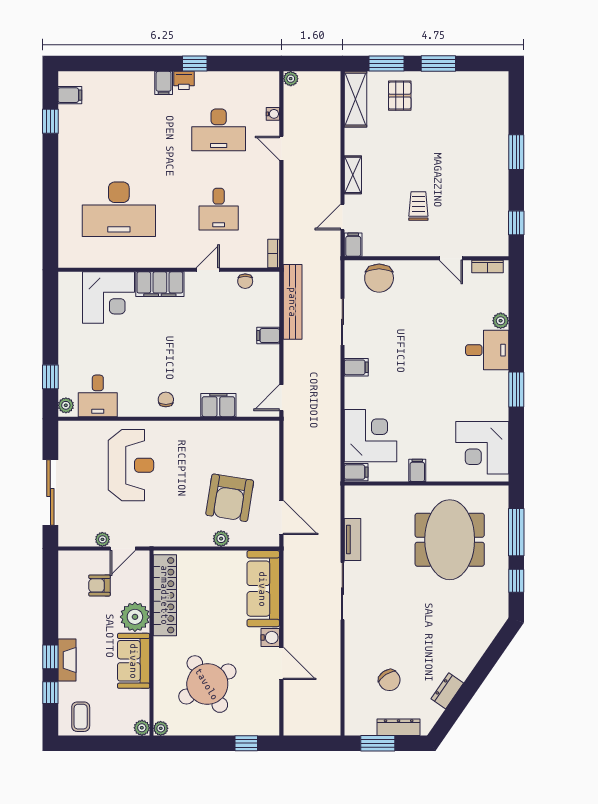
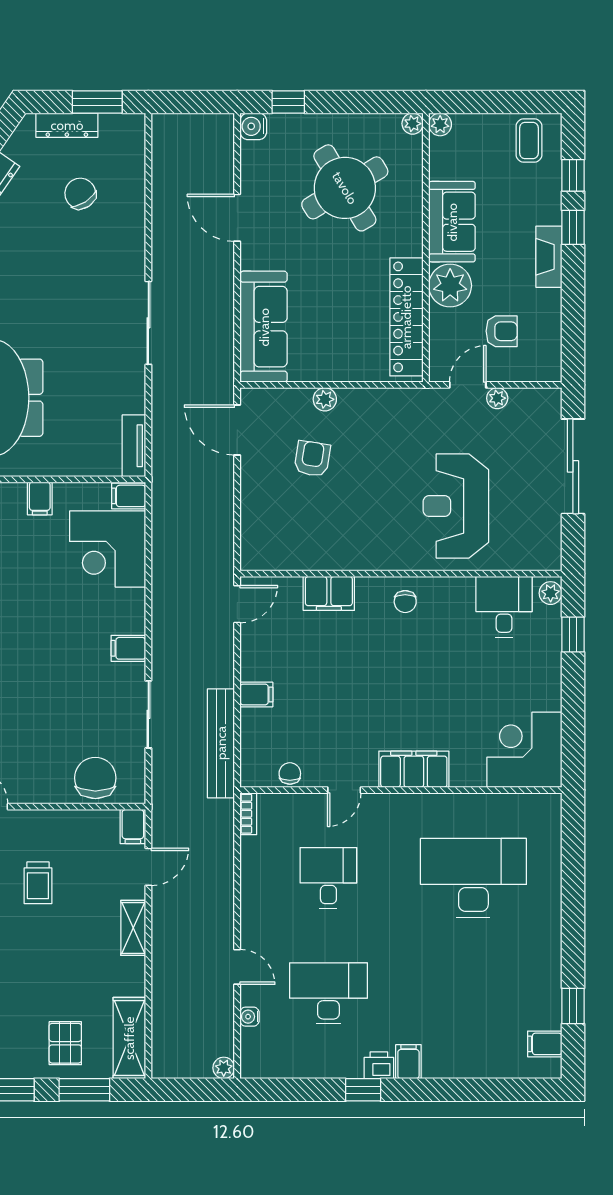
corner desk: (108, 298) -> (524, 750), moved
armchair: (230, 498) -> (312, 459), width x0.53, depth x0.53
tv unit: (352, 539) -> (134, 446), moved
water cooler: (270, 637) -> (253, 126), moved
fireplace: (67, 660) -> (549, 257), moved

